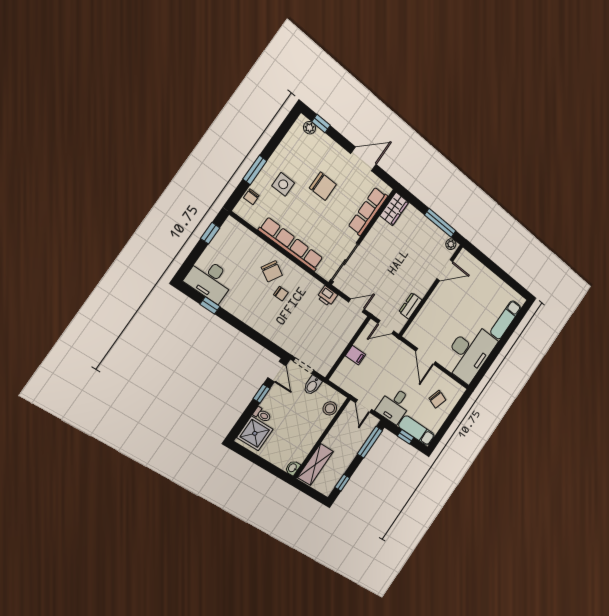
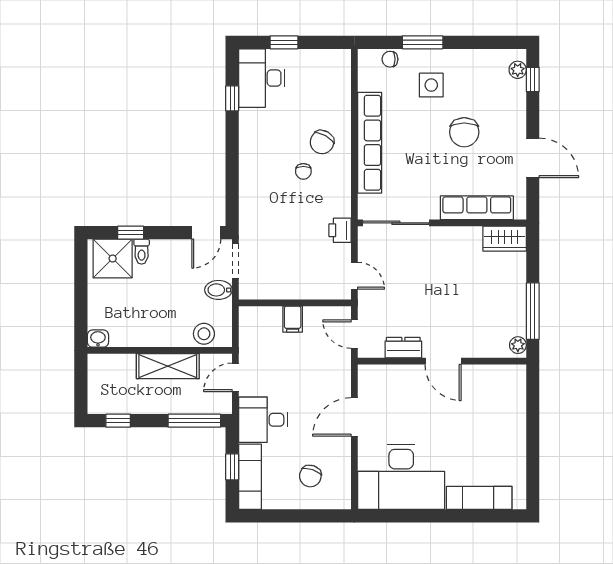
window: (210, 233) -> (284, 42), moved
door: (445, 270) -> (443, 361), moved
window: (262, 394) -> (131, 233), moved
shelving: (315, 464) -> (168, 366), moved

